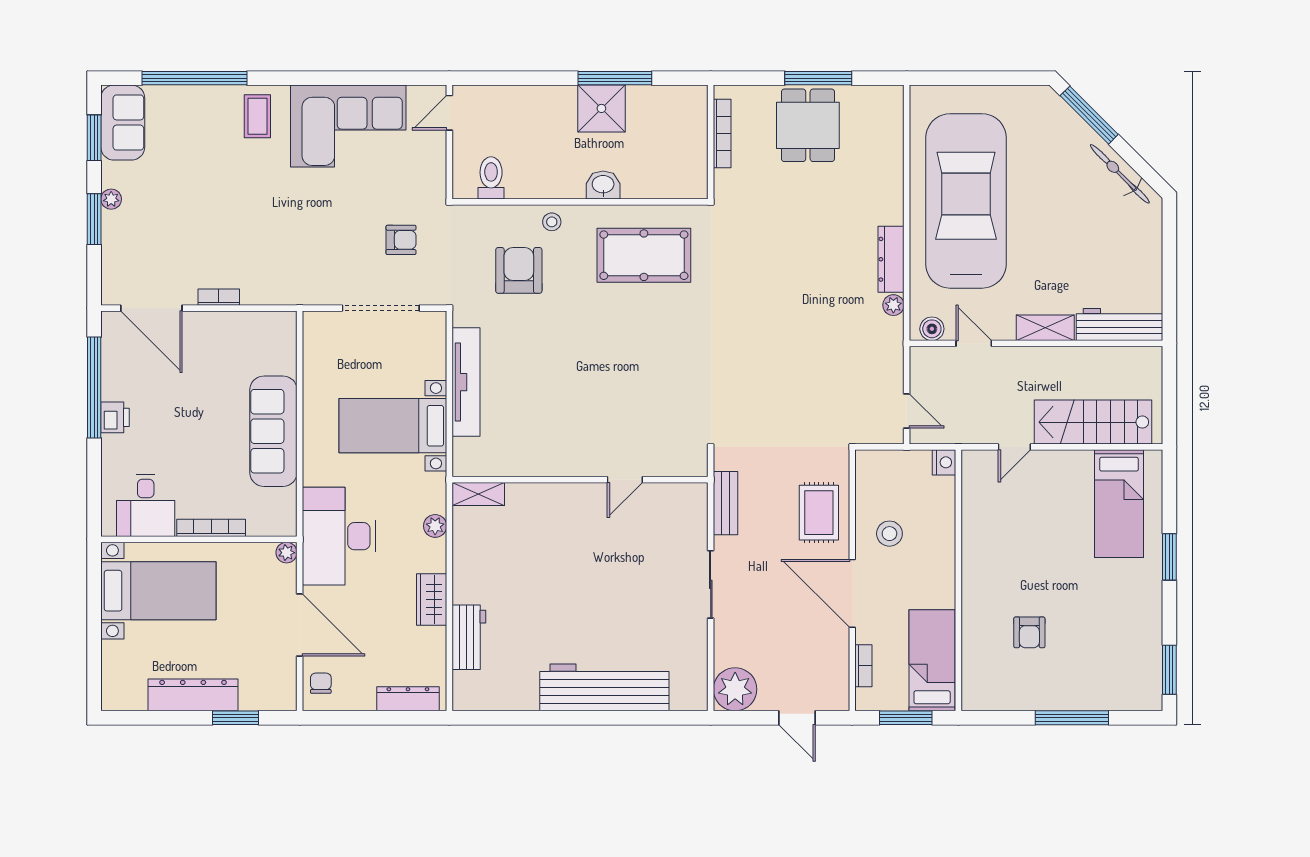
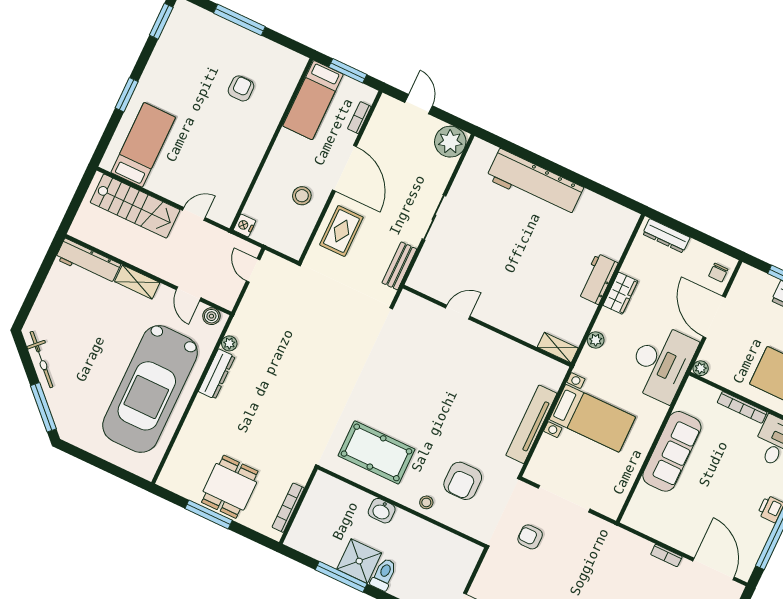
toilet: (491, 178) -> (384, 574), moved, turned 180
workbench: (469, 637) -> (598, 279), moved

